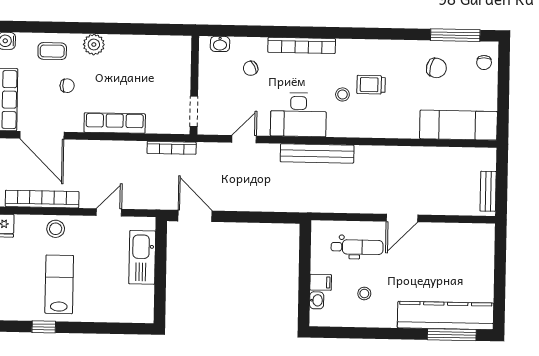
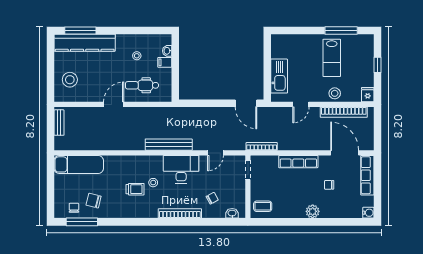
coffee table: (52, 51) -> (263, 206), moved
chair: (484, 62) -> (74, 208), moved
stool: (470, 258) -> (70, 80), added
window: (44, 327) -> (341, 31), width x2.17

